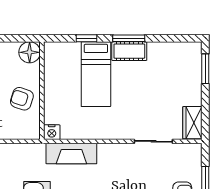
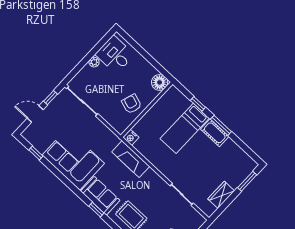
wardrobe: (192, 123) -> (221, 195), moved

